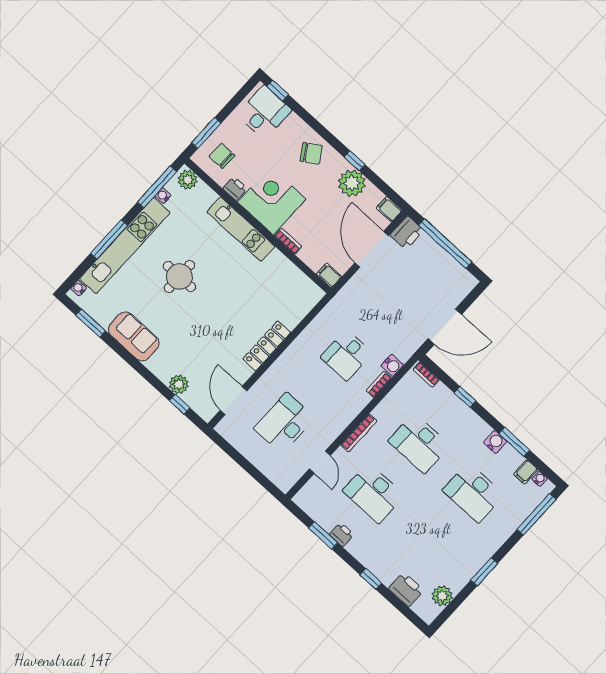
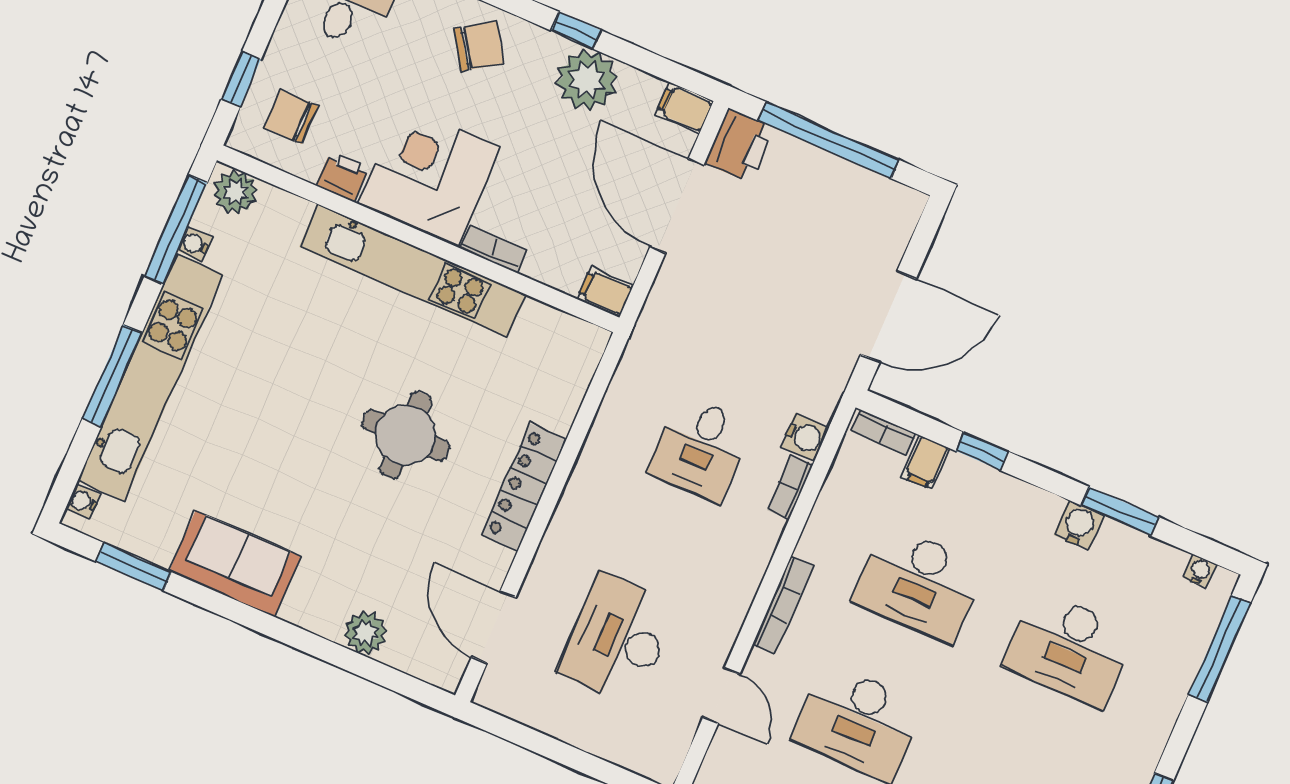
window: (206, 133) -> (241, 79), width x0.67
kitchen unit: (241, 229) -> (412, 270), width x1.36
round table: (179, 277) -> (405, 435), moved
window: (180, 404) -> (382, 675), removed
filing cabinet: (526, 472) -> (926, 462), moved

